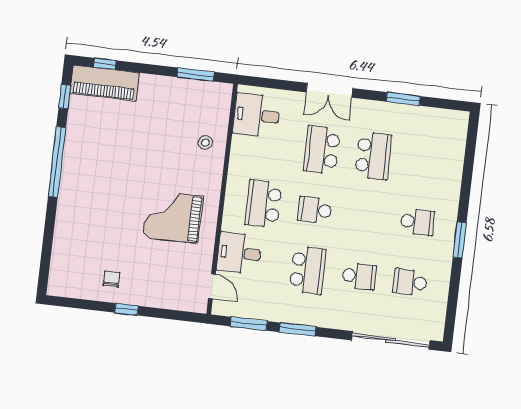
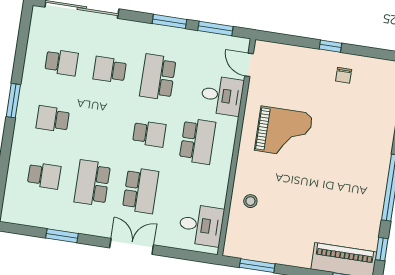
school desk: (424, 162) -> (44, 176), added

